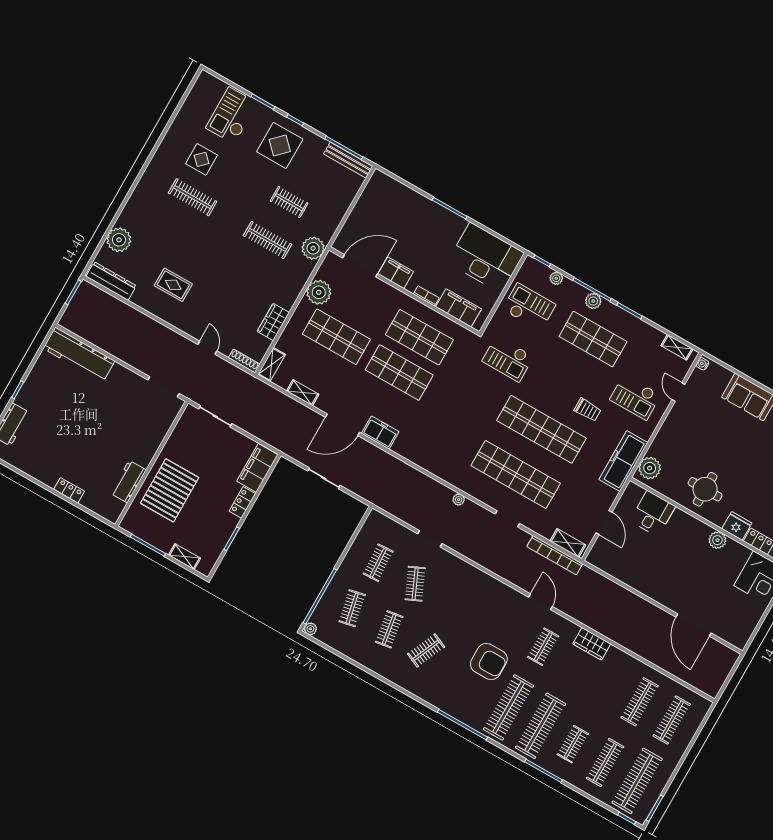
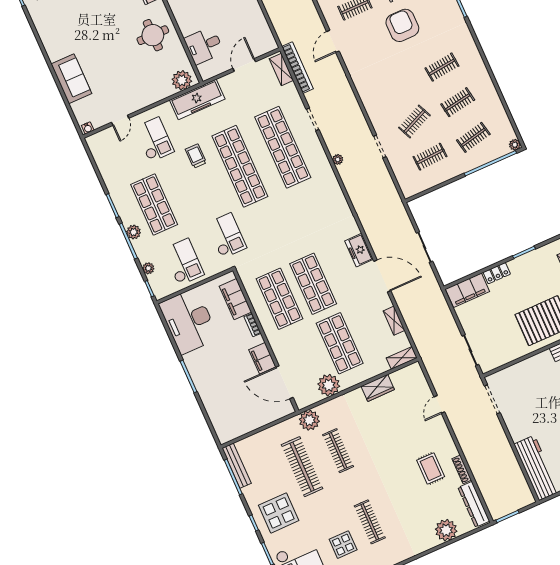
clothes rail: (289, 202) -> (302, 467), width x1.86, depth x1.31
checkout: (529, 307) -> (184, 262), turned 180
shelving: (677, 347) -> (97, 154), removed
shoe rack: (244, 361) -> (462, 469), moved
clothes rail: (426, 650) -> (442, 67), turned -30

